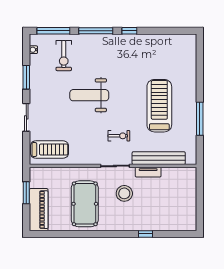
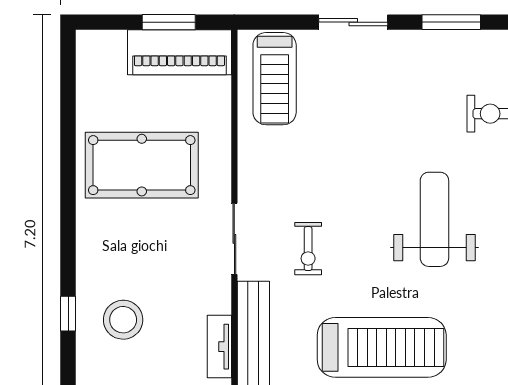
weight bench: (89, 95) -> (434, 219), moved
tv unit: (148, 172) -> (219, 347), moved
stool: (124, 193) -> (123, 320), moved
piano: (39, 210) -> (179, 52), moved

